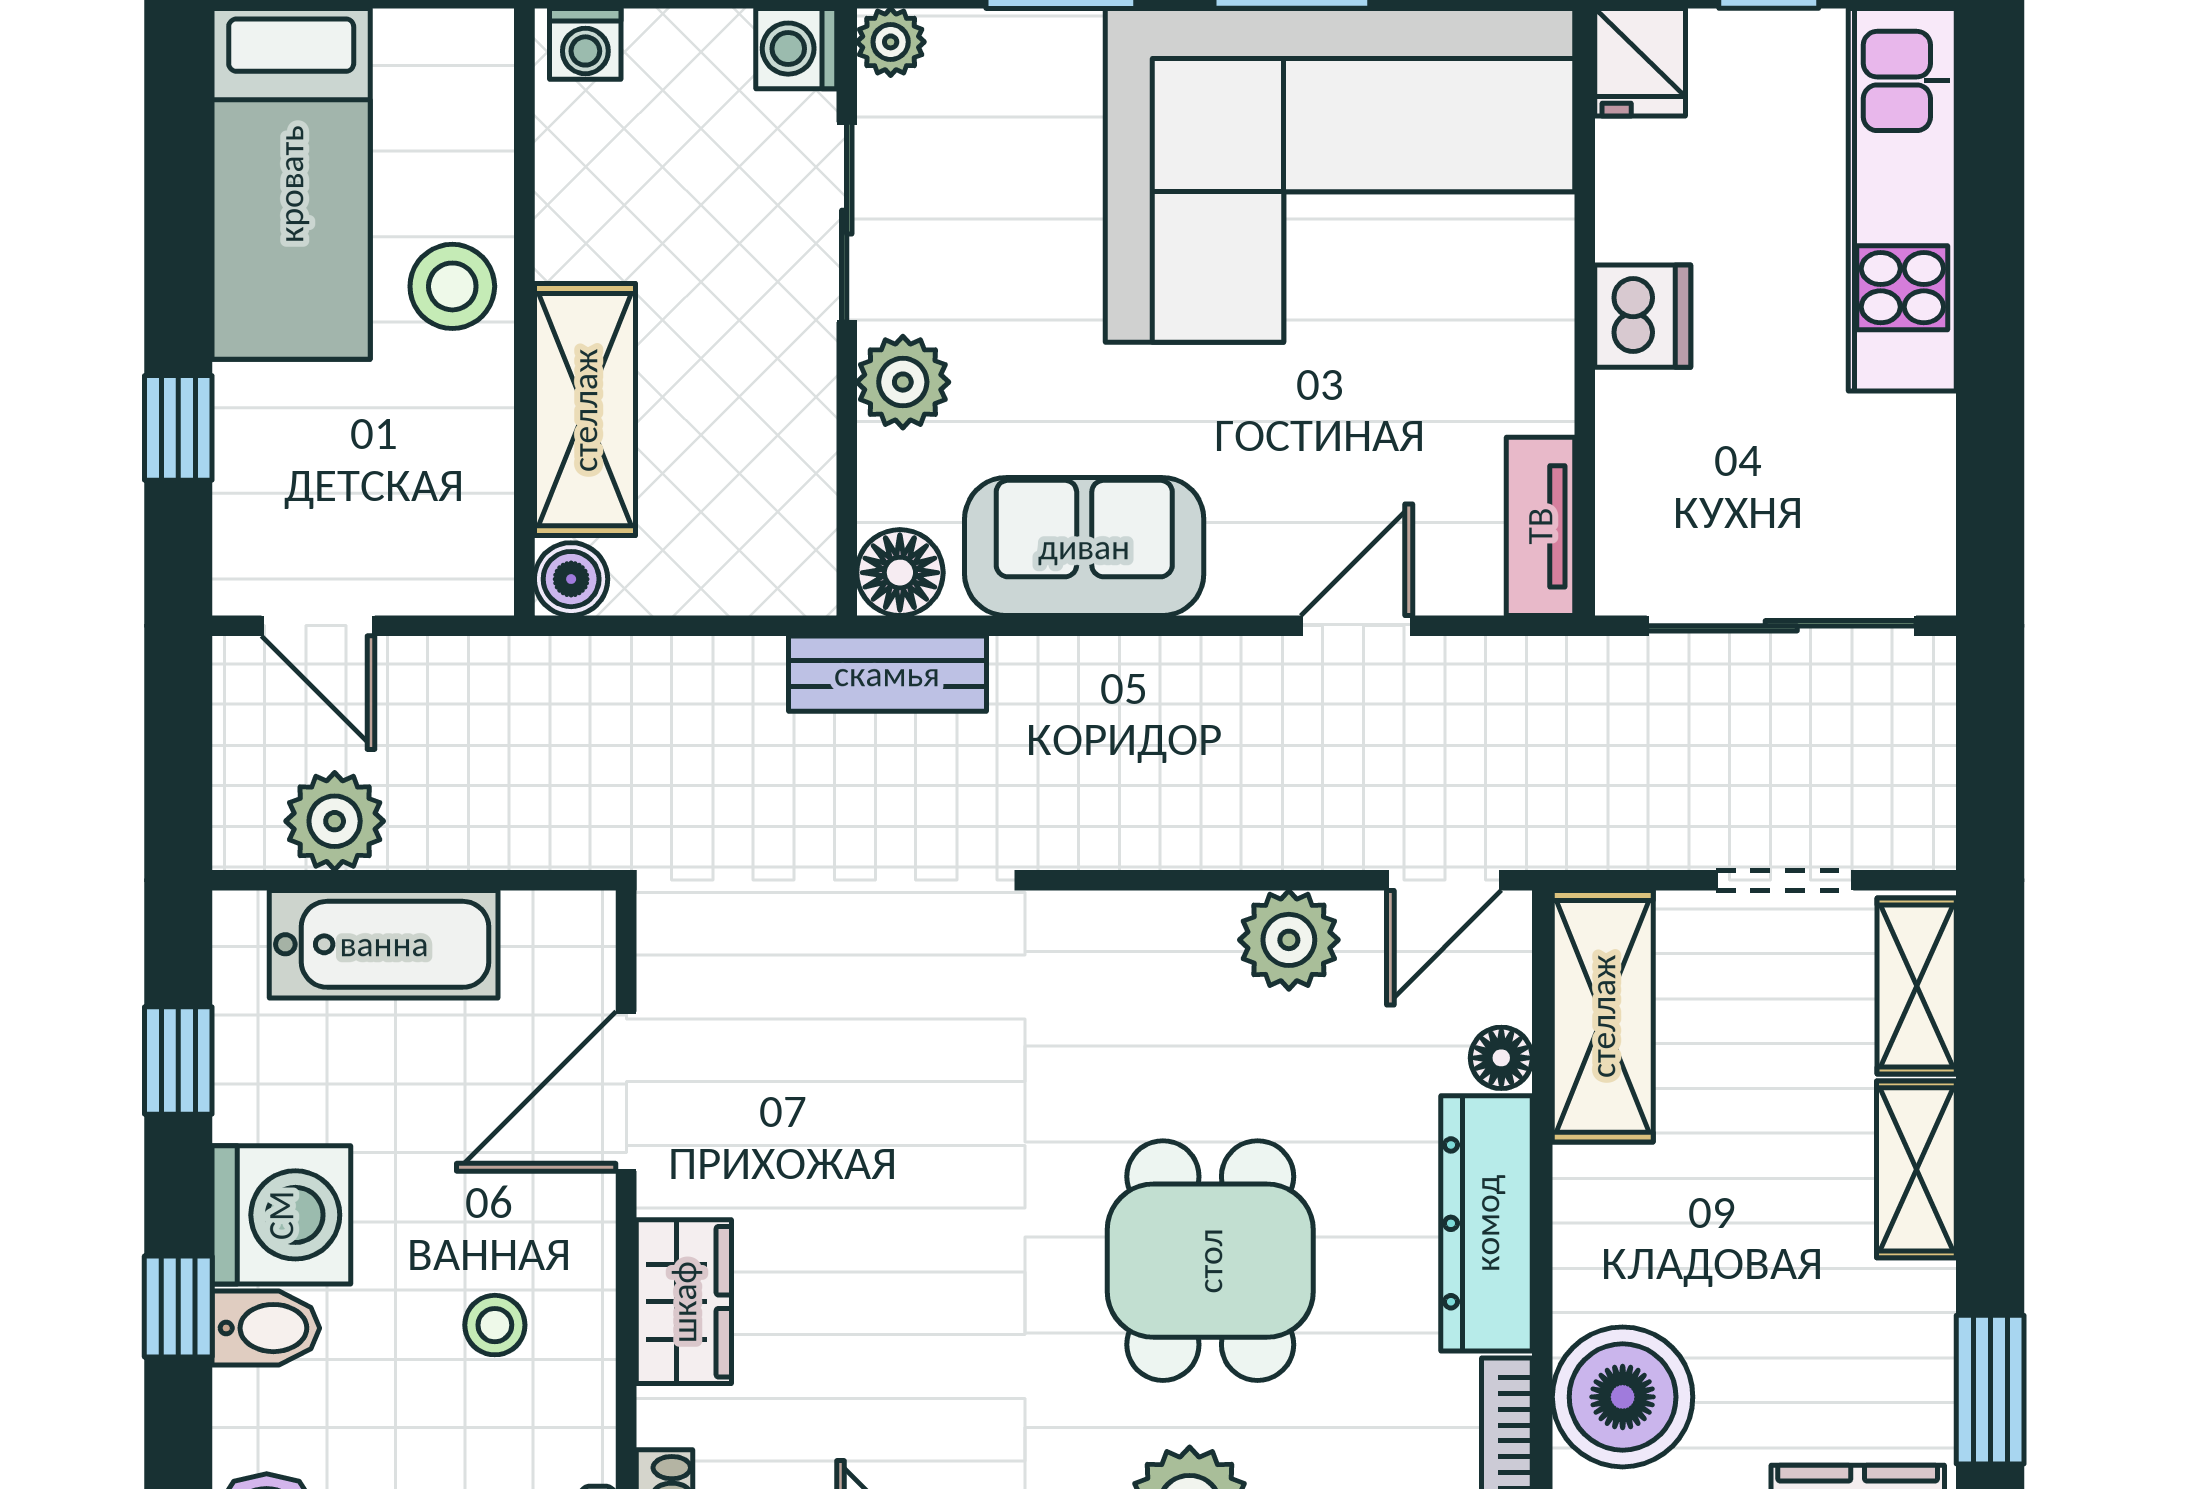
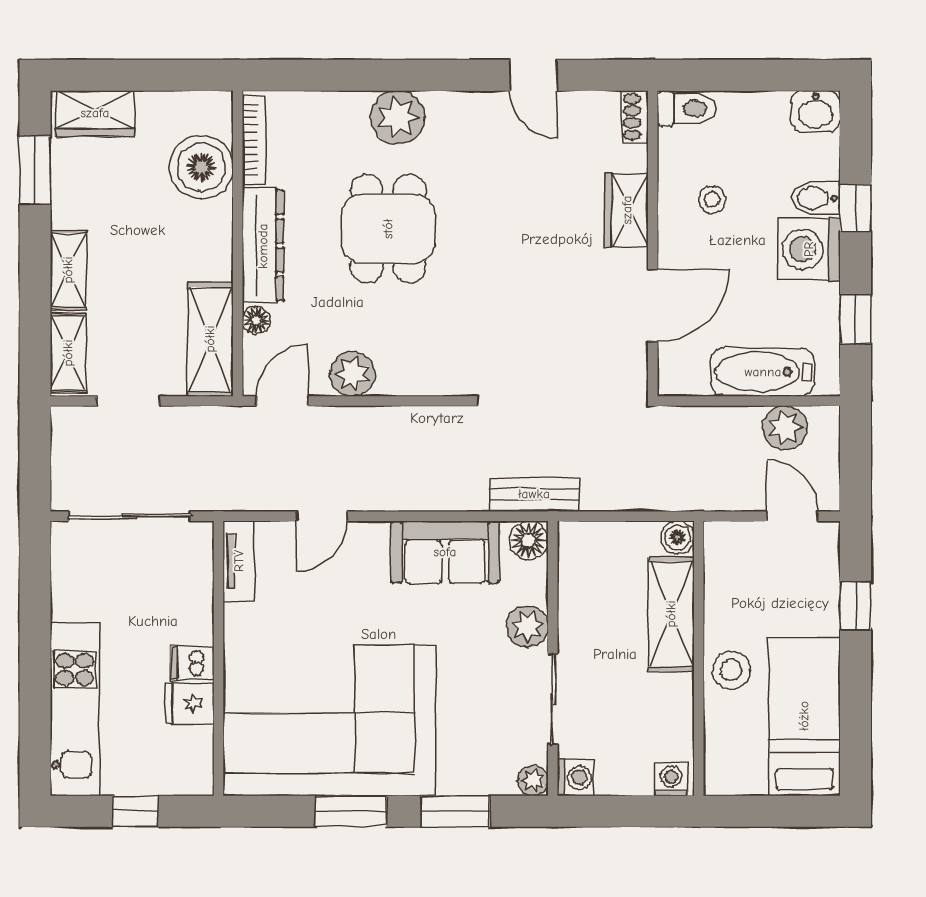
fridge: (1640, 62) -> (190, 703), moved, turned -90
dishwasher: (1643, 316) -> (192, 663), width x0.73

